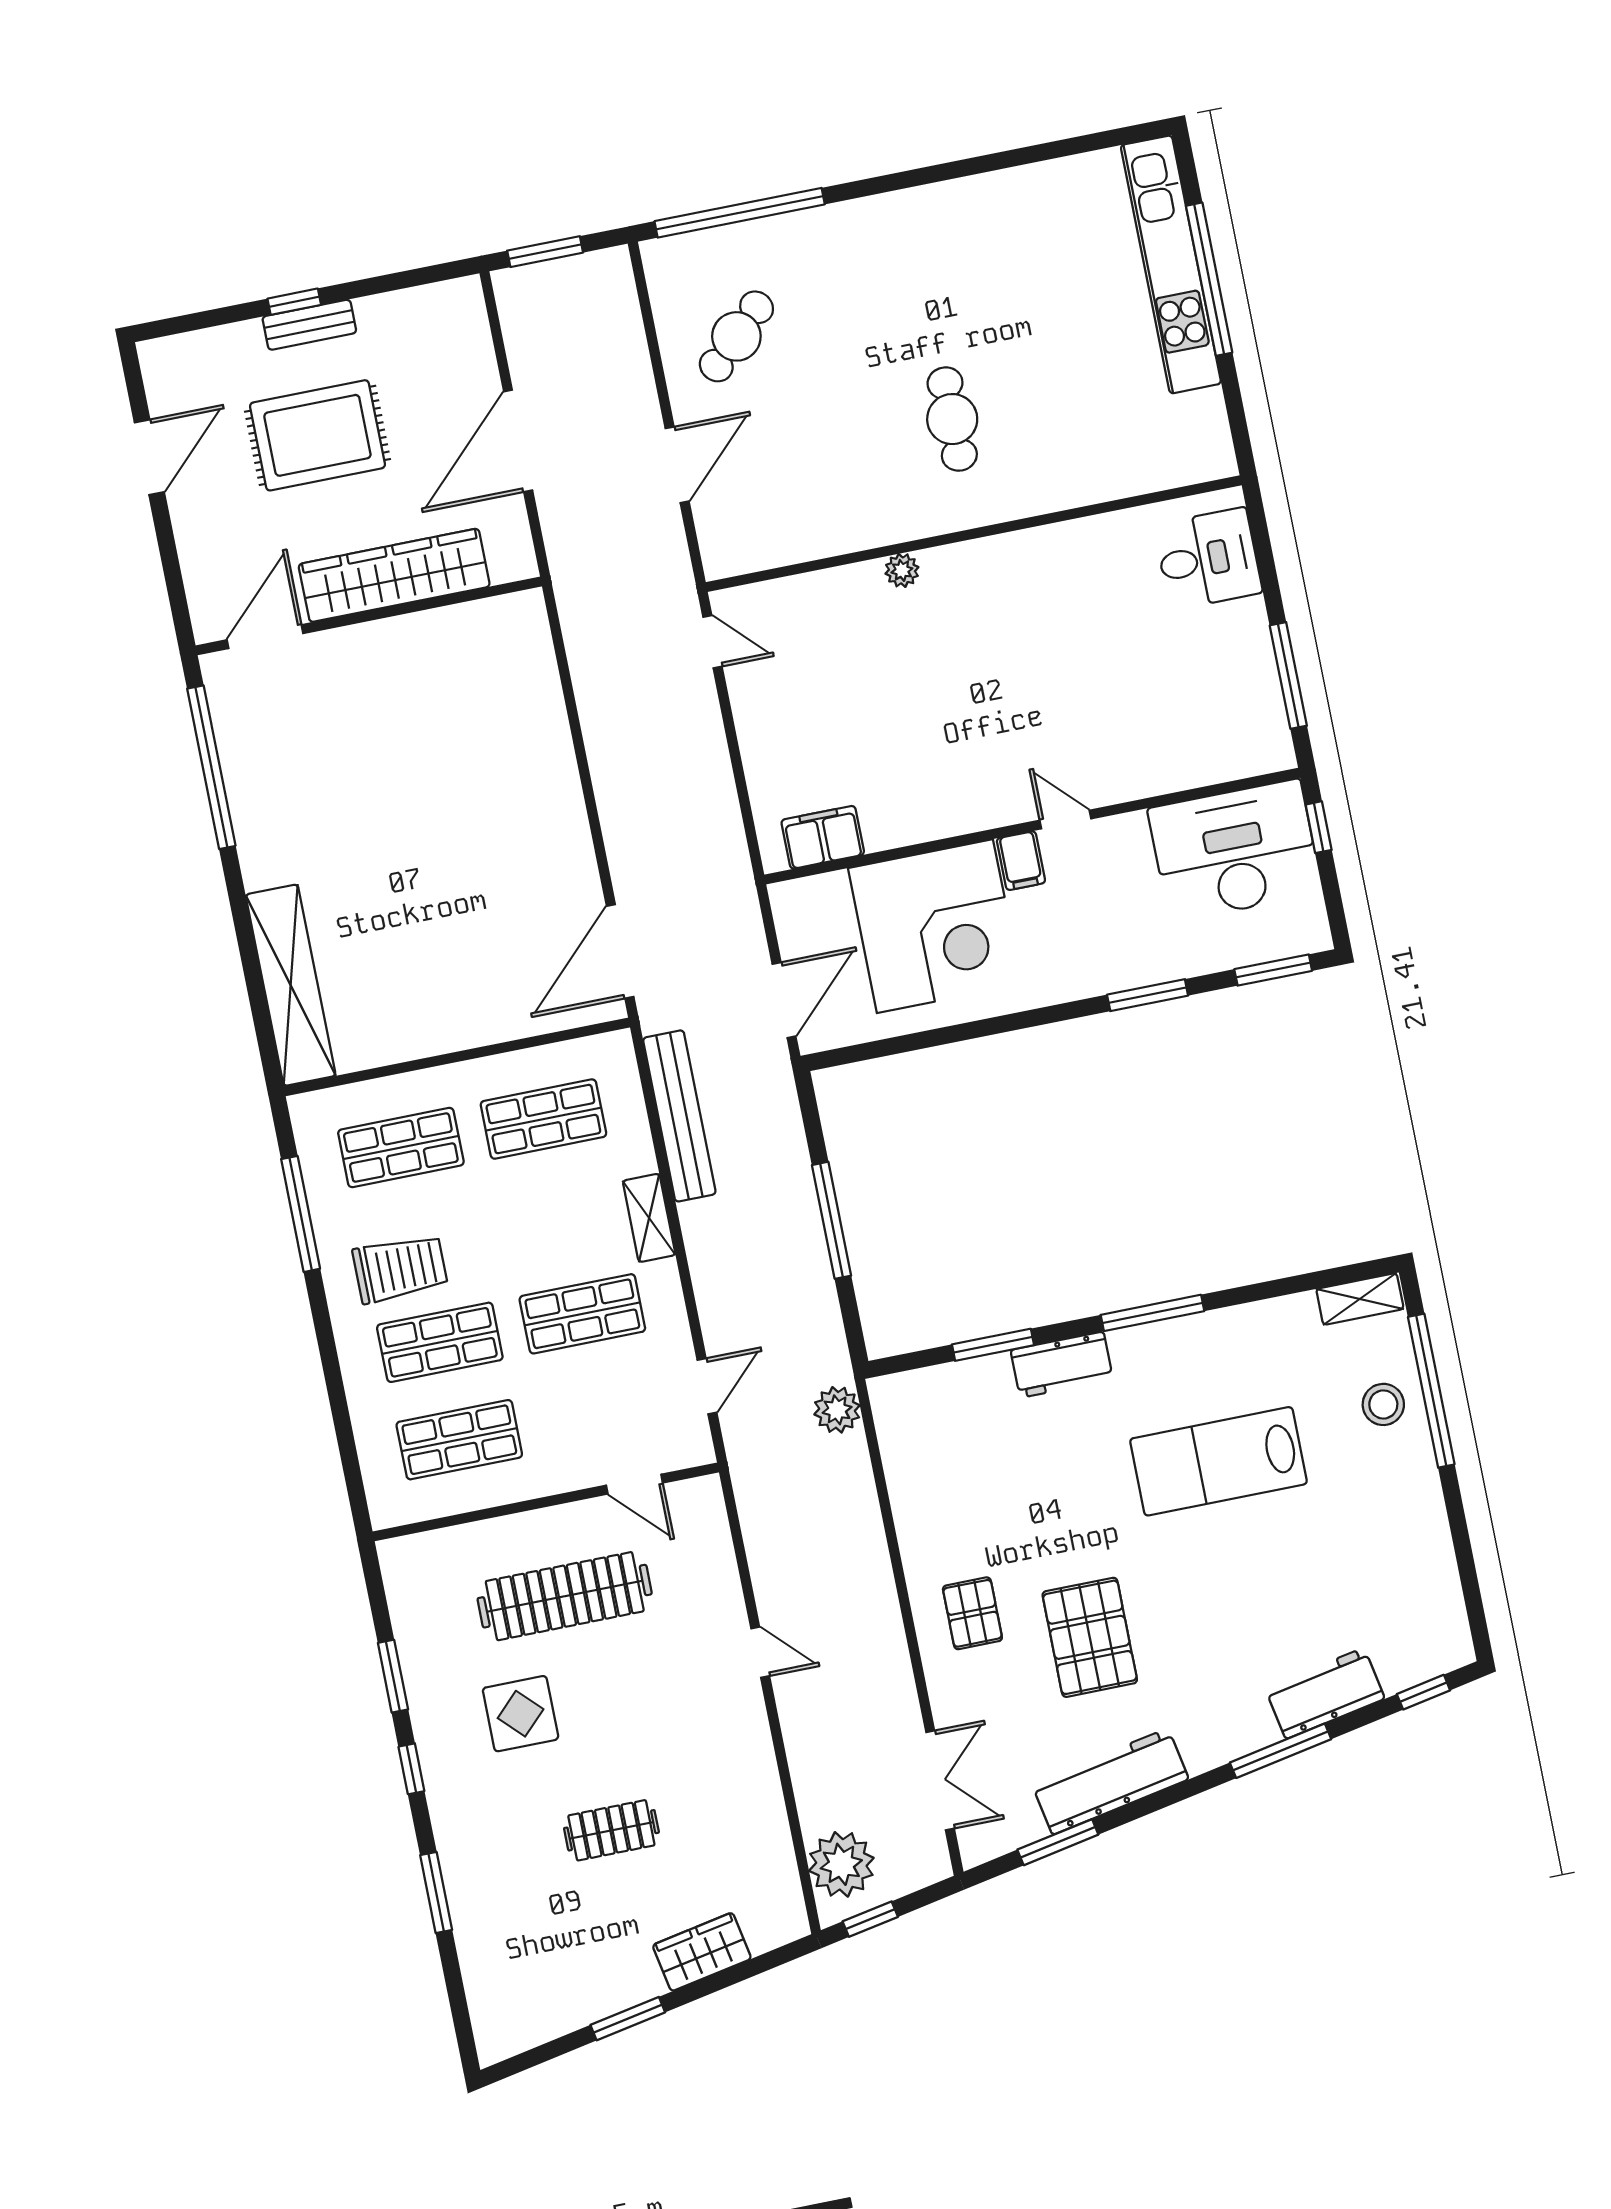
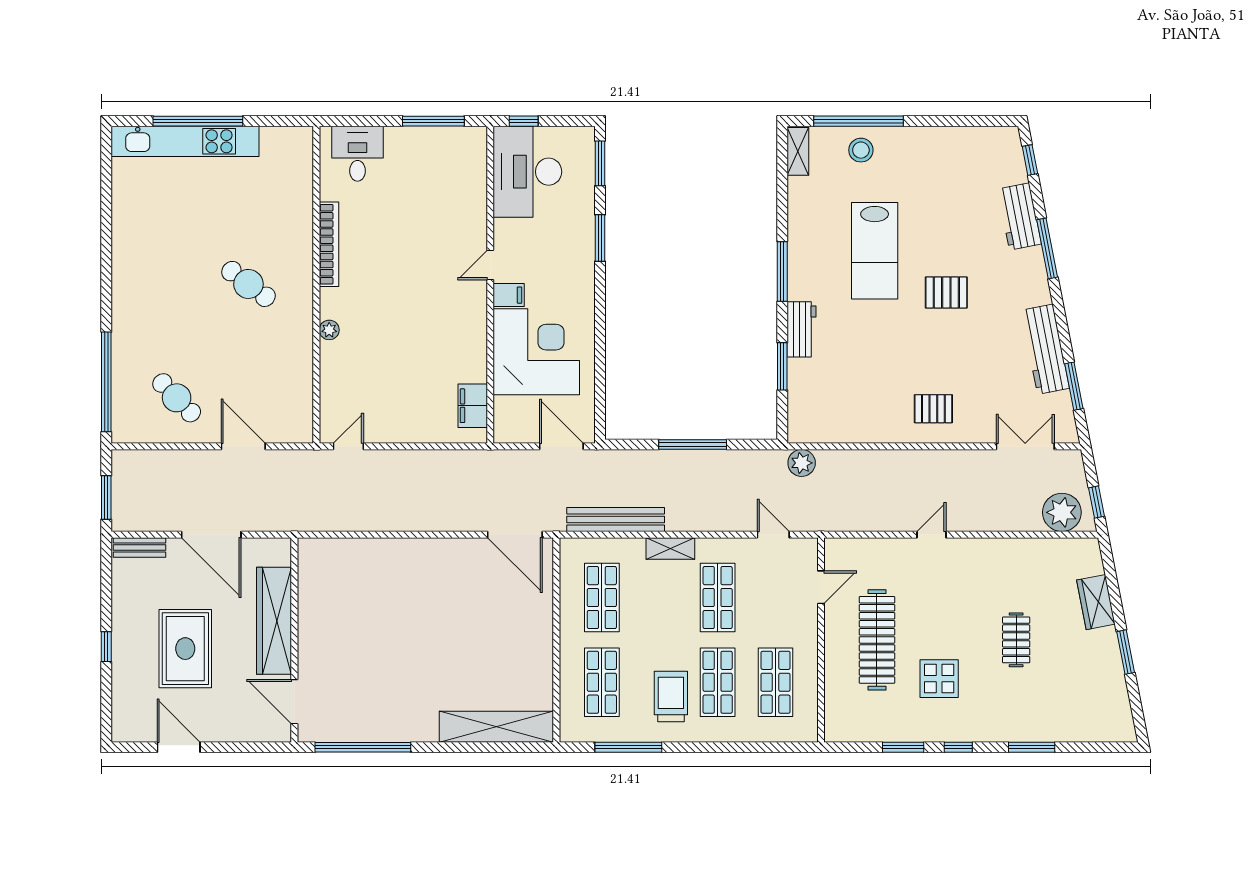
bench: (309, 325) -> (140, 547), moved, turned 90
cafe table: (952, 419) -> (248, 284), turned 37
bookcase: (1046, 541) -> (329, 244), added
pallet: (1090, 1637) -> (946, 292), moved, width x0.67, depth x0.71

